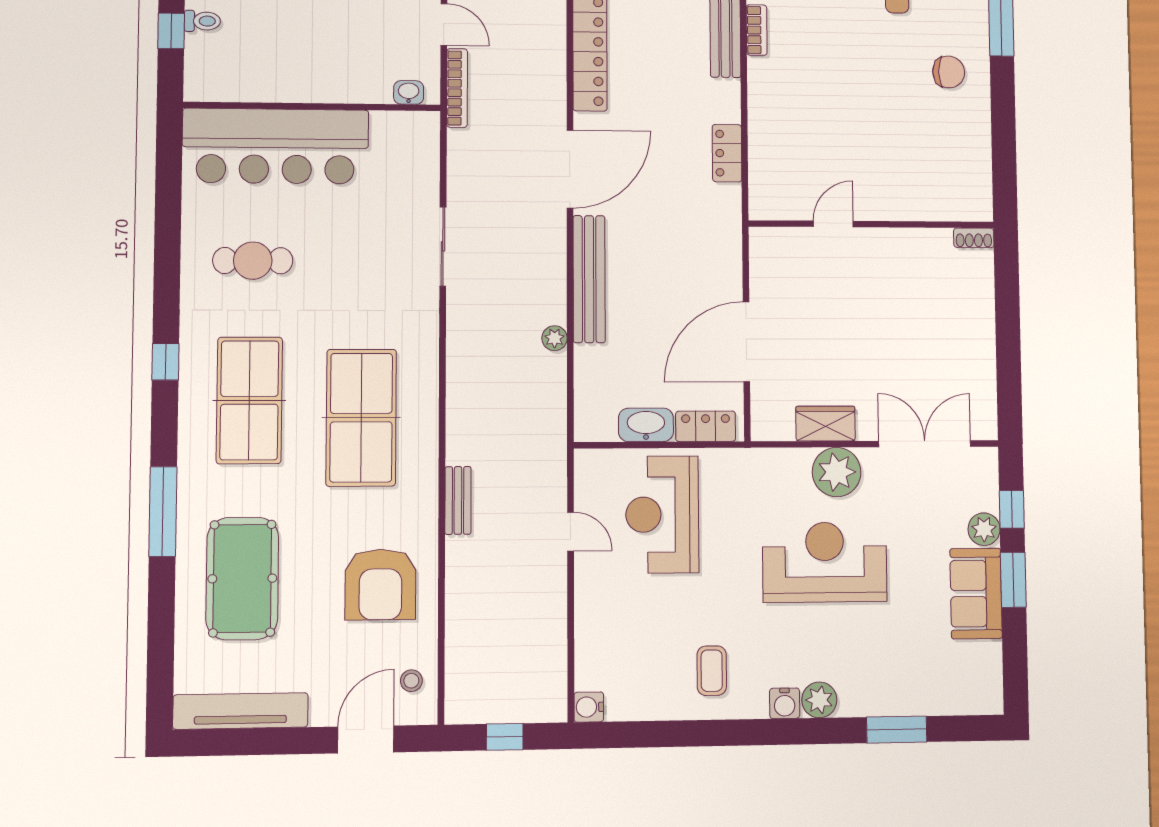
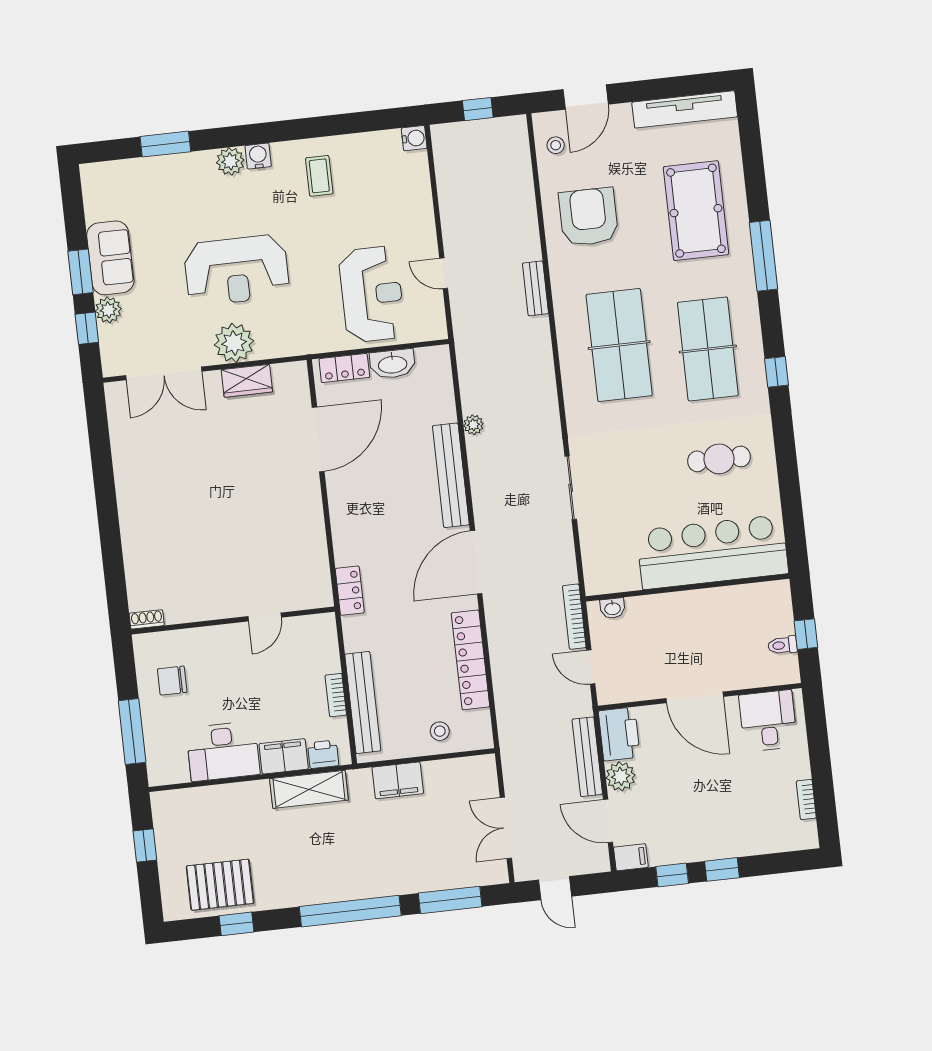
door: (833, 224) -> (265, 617), moved
wall: (872, 224) -> (233, 620), moved
shoe rack: (974, 238) -> (147, 619), moved

